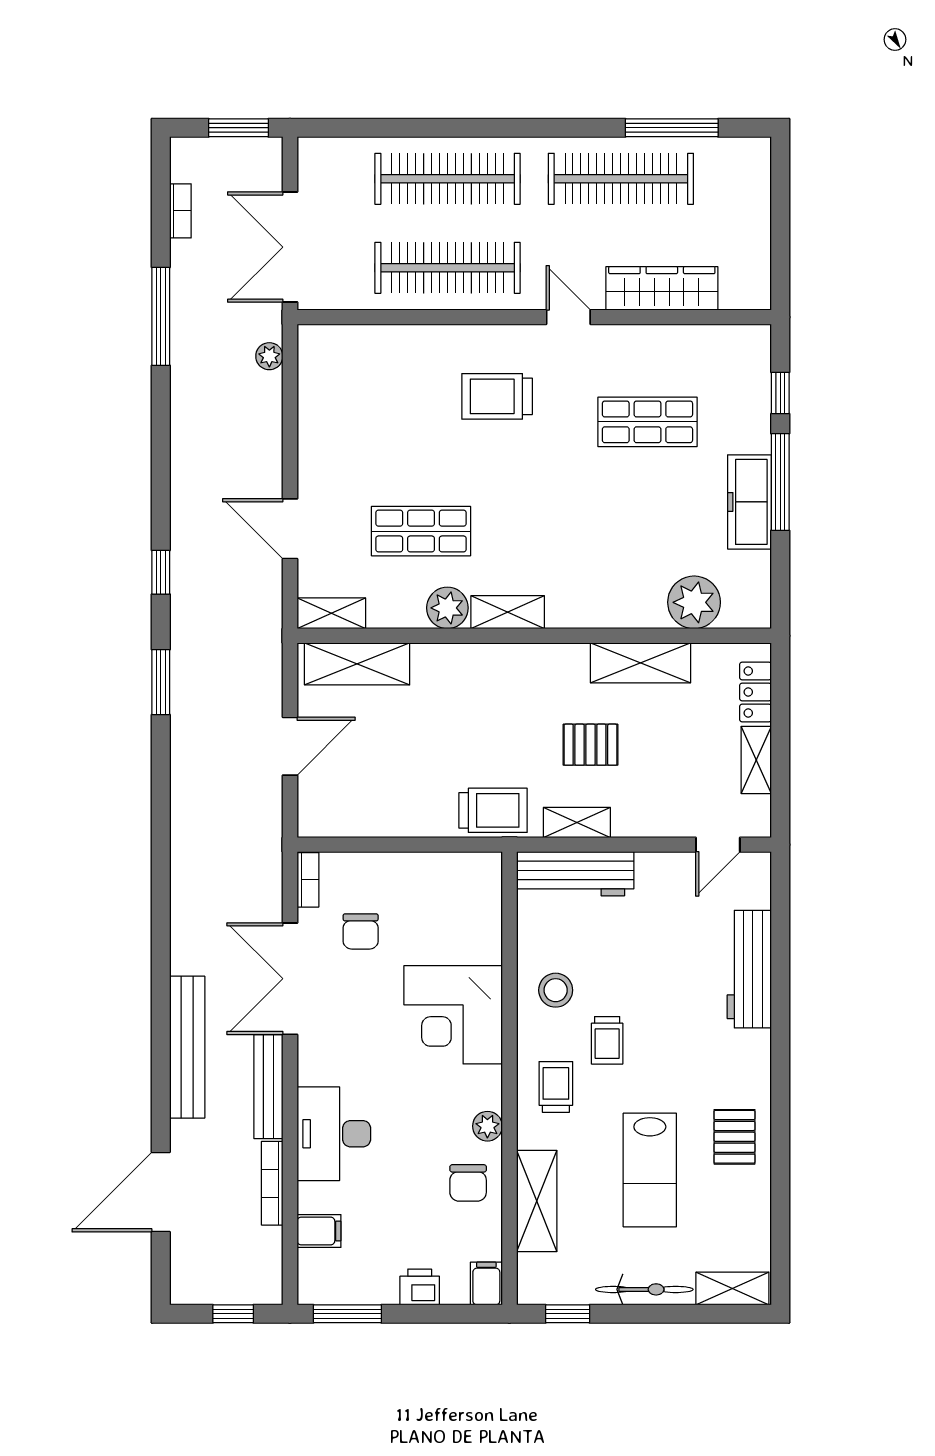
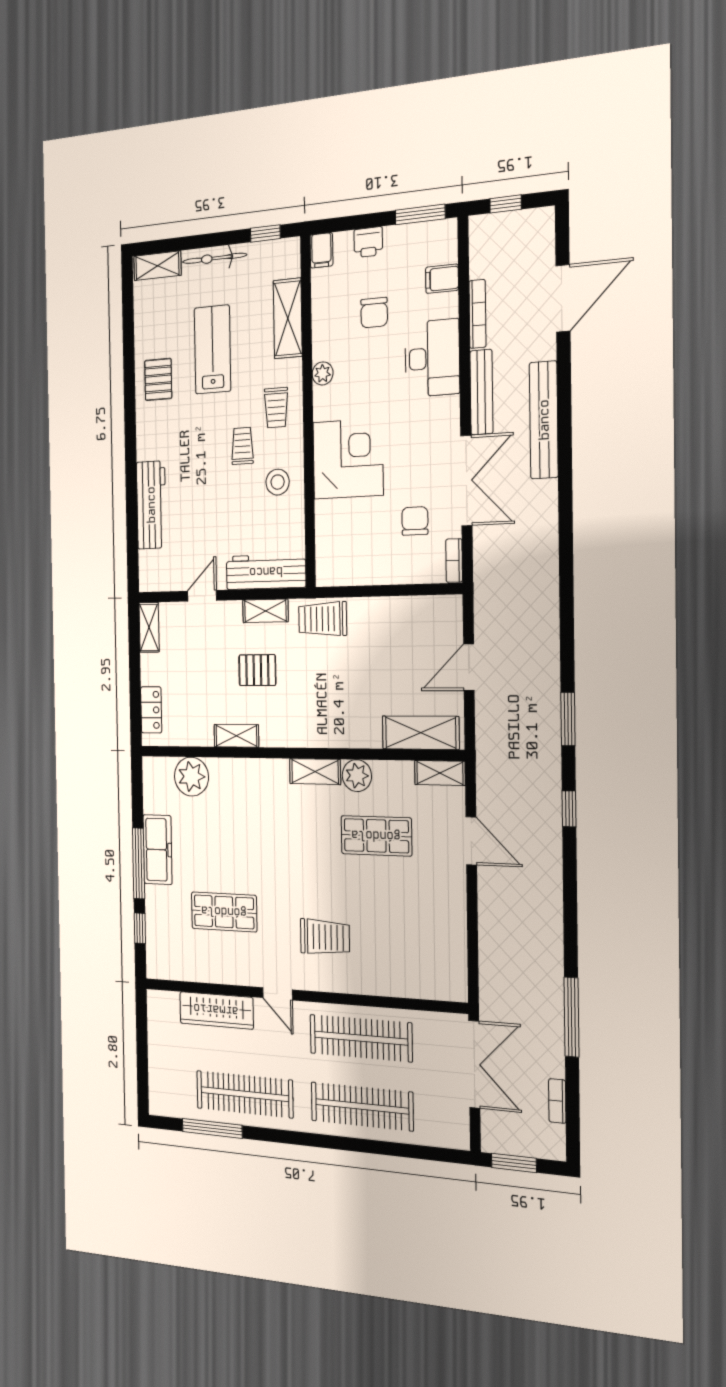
plant: (269, 356) -> (488, 979), removed
shelving: (641, 663) -> (236, 736), width x0.67, depth x0.75
shelving: (756, 760) -> (149, 627), moved
door: (718, 845) -> (202, 596), moved
chair: (468, 1183) -> (374, 313), moved, turned 180

